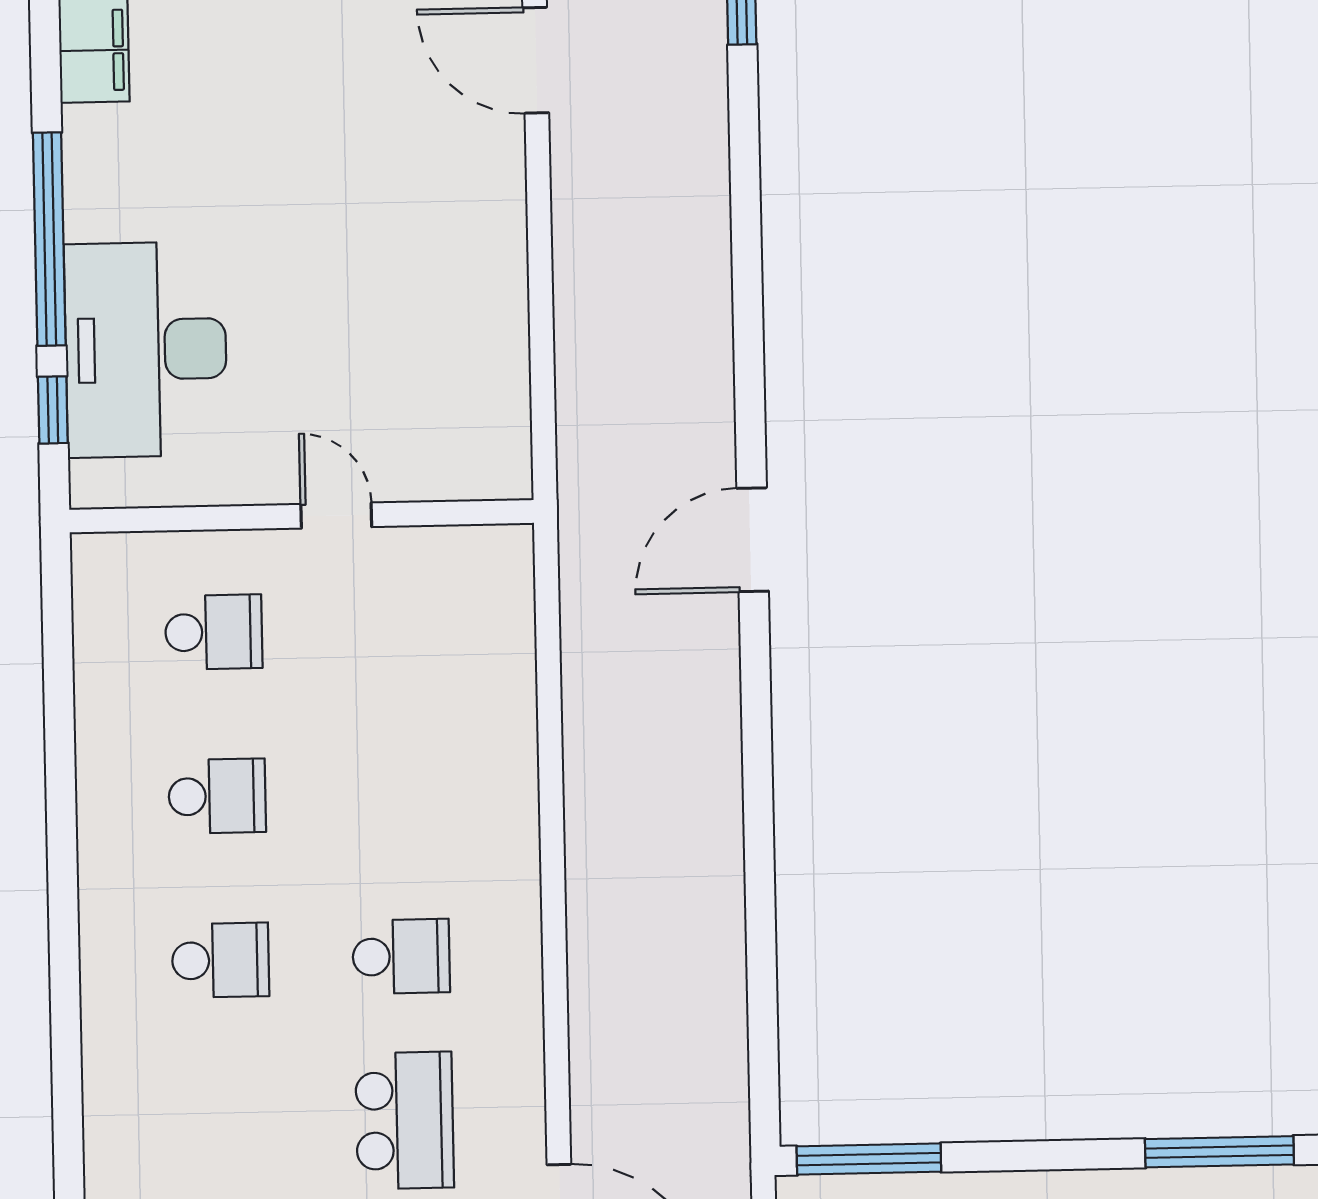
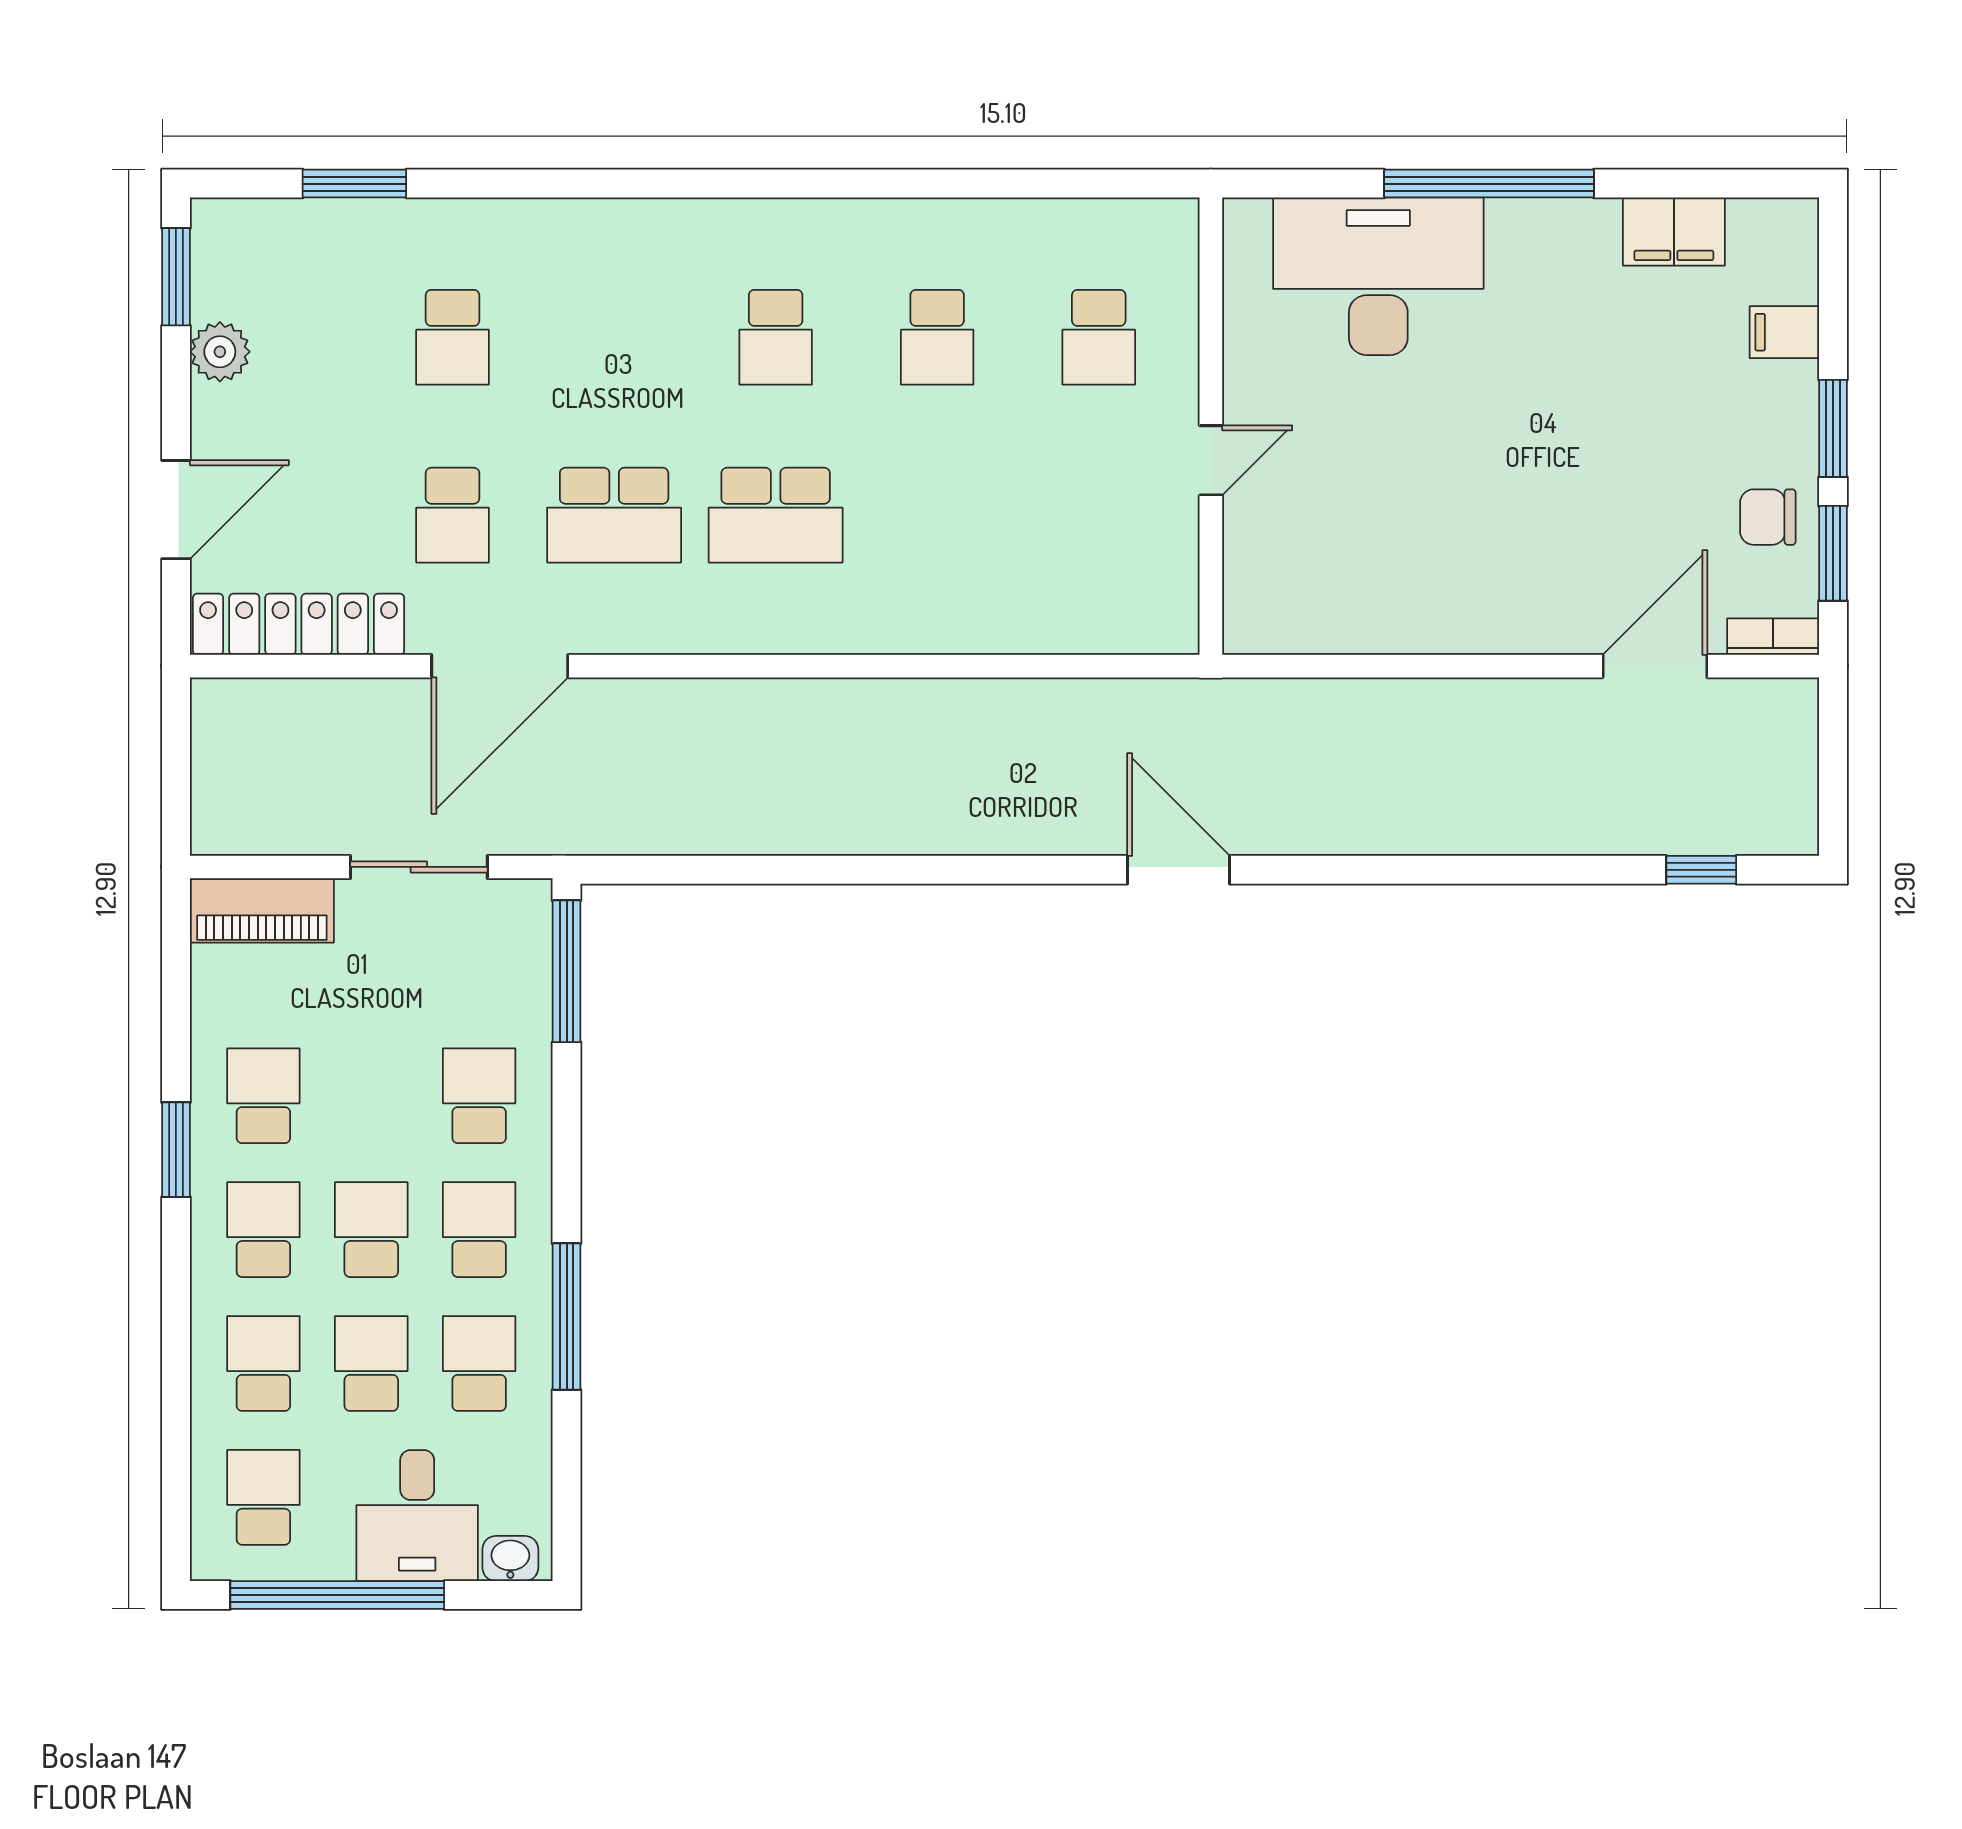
window: (53, 410) -> (1321, 184), removed
school desk: (401, 956) -> (776, 515), width x1.85

